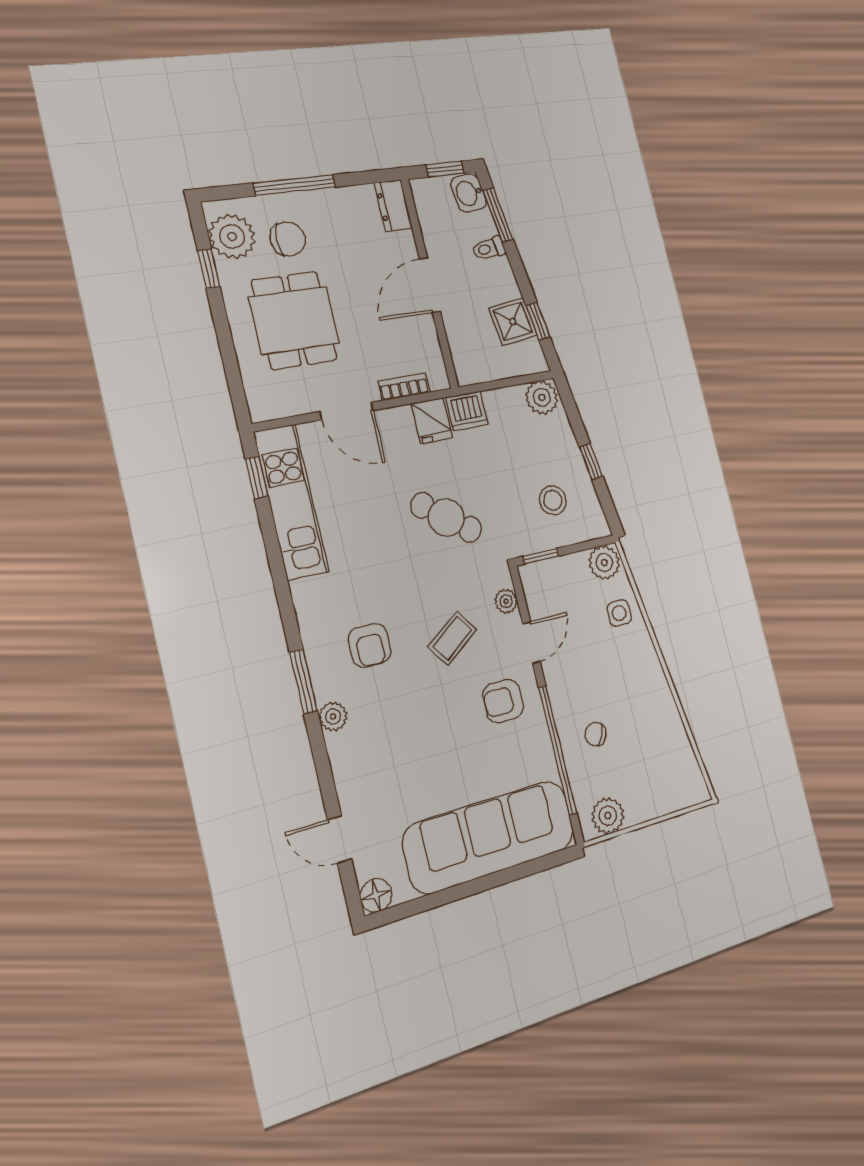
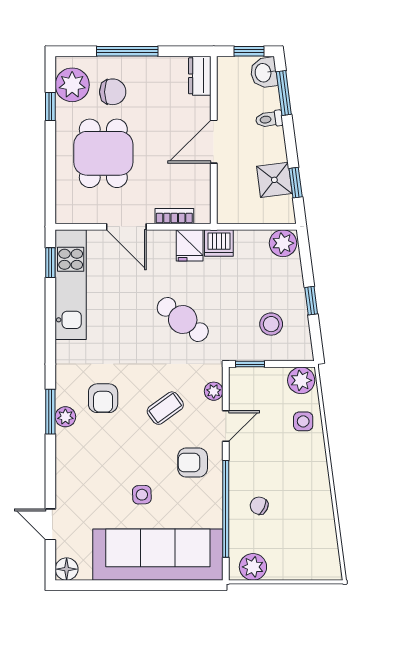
plant: (333, 716) -> (65, 417), moved
side table: (450, 762) -> (142, 495), added

